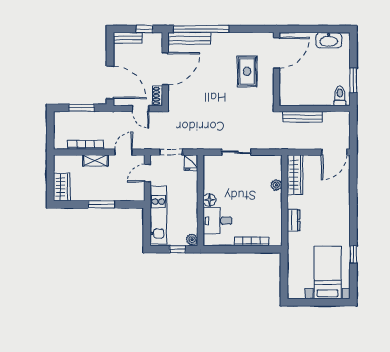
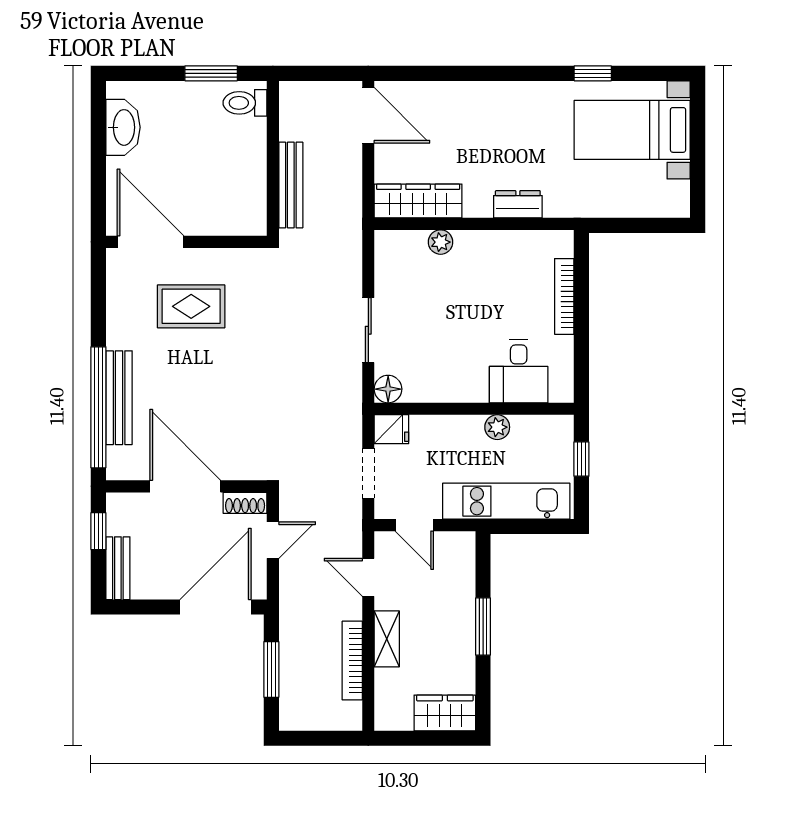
bench: (189, 38) -> (119, 398), moved
floor lamp: (209, 200) -> (388, 389), moved
plant: (192, 240) -> (497, 427), moved

